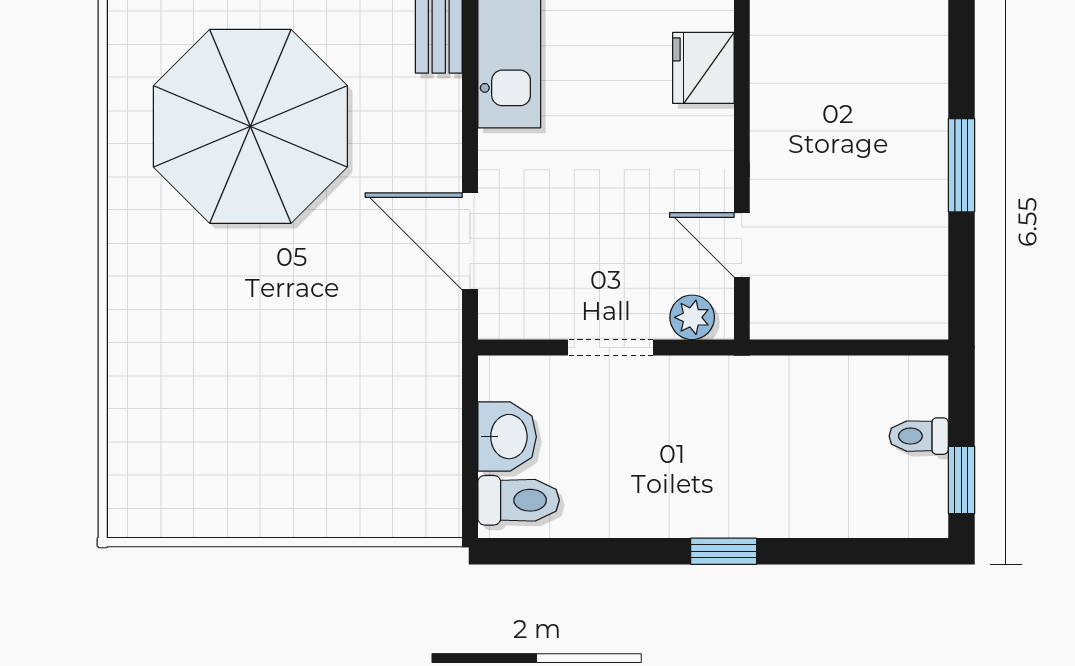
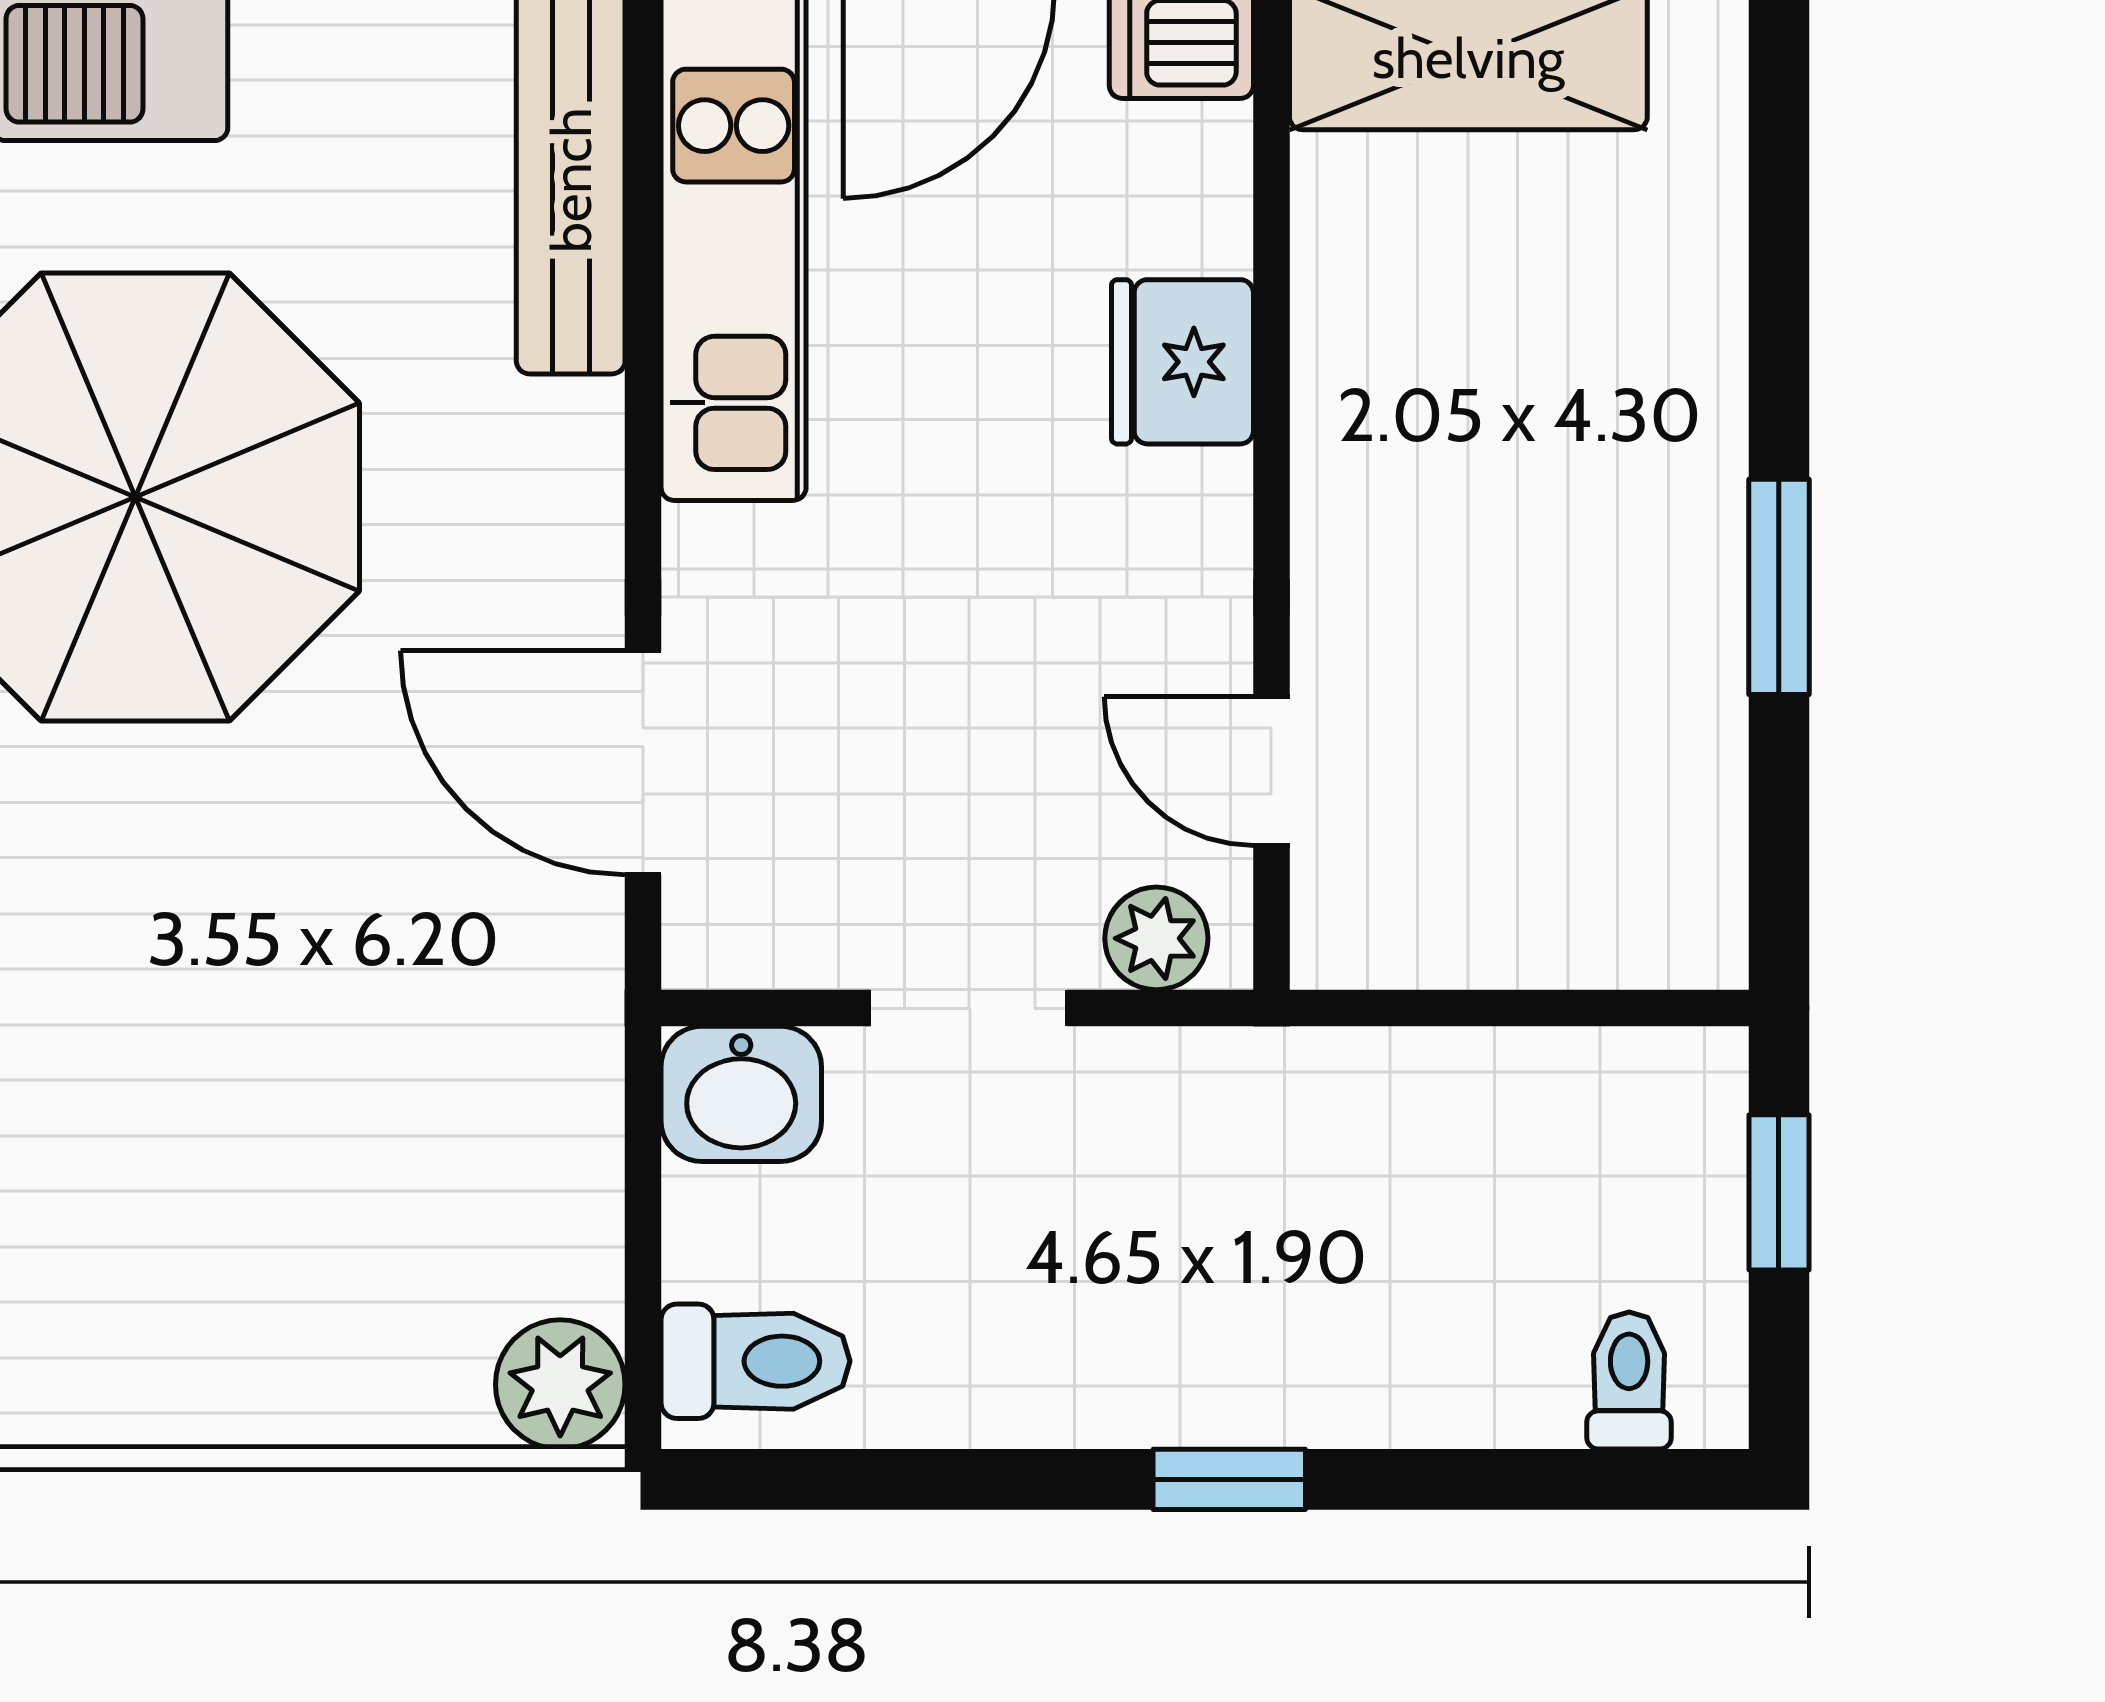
toilet: (919, 436) -> (1629, 1381), moved, turned 90
washbasin: (507, 437) -> (741, 1094), moved, turned 90
window: (961, 480) -> (1779, 1192), moved
plant: (434, 510) -> (560, 1384), added

